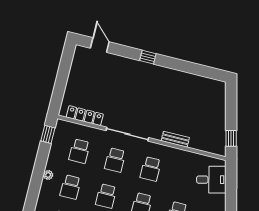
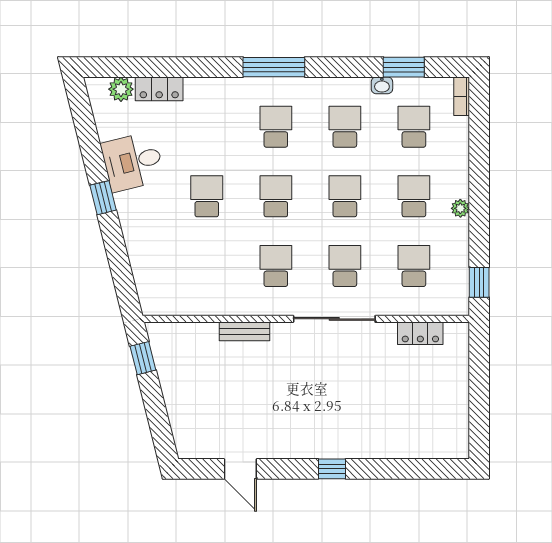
door: (100, 45) -> (240, 469), moved
locker: (85, 116) -> (420, 333), width x0.66
desk: (211, 180) -> (160, 274), removed

